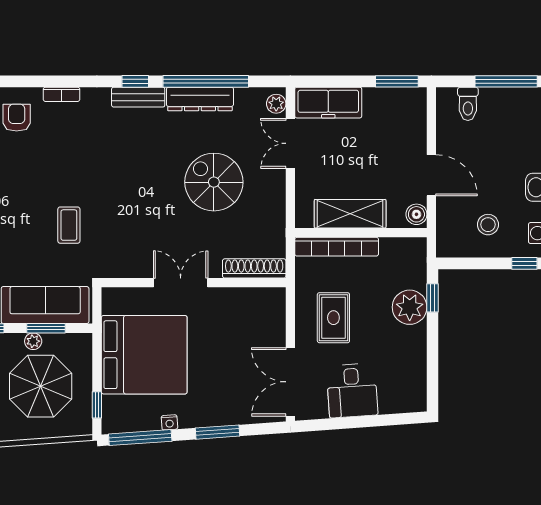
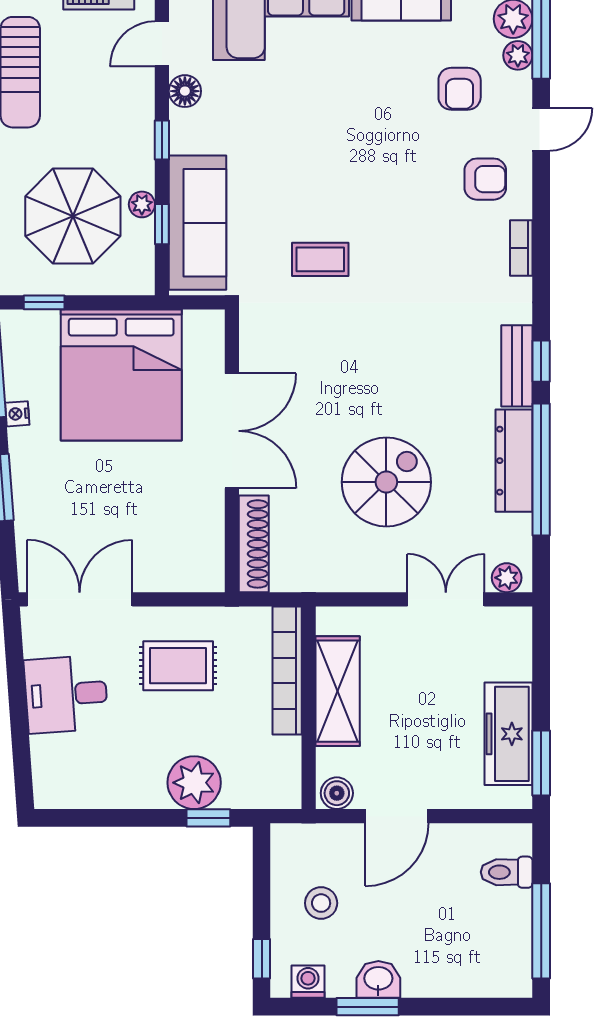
freezer: (328, 103) -> (509, 734), moved
double door: (181, 283) -> (232, 431), width x1.37
window: (46, 328) -> (162, 224), width x0.67

